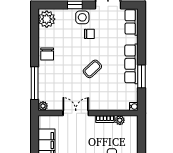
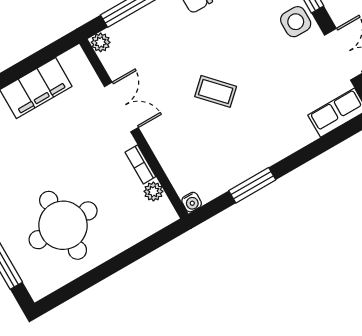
chair: (89, 34) -> (274, 51), removed
row of seats: (131, 64) -> (264, 155), removed

